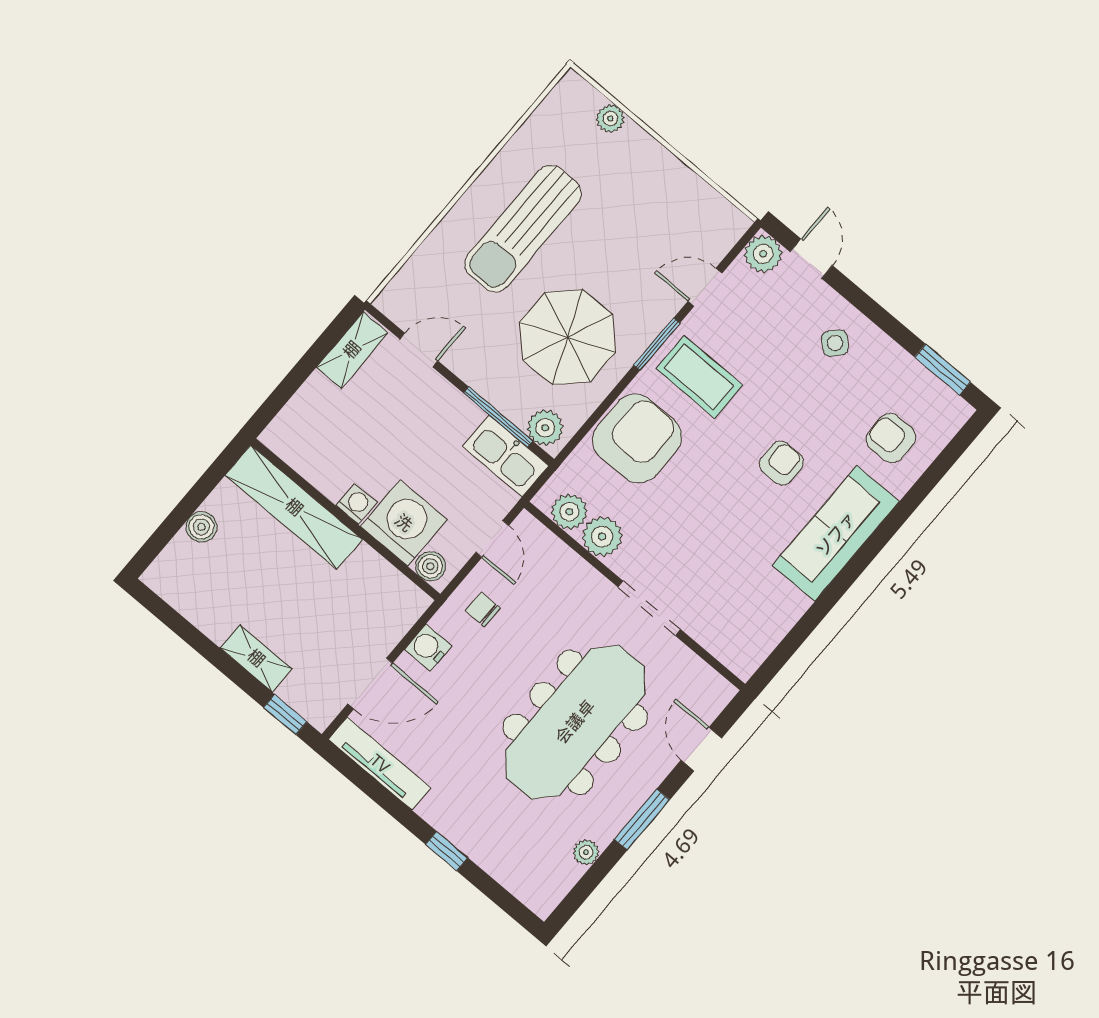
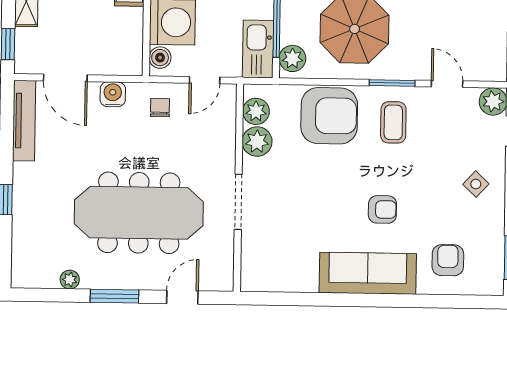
coffee table: (699, 377) -> (393, 122), width x0.73, depth x0.77

